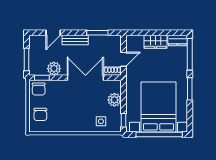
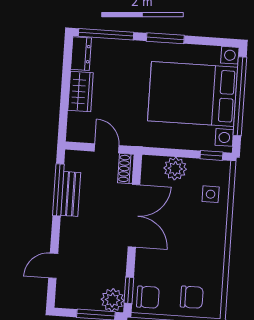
door: (53, 33) -> (53, 266), swing flipped
window: (97, 33) -> (58, 190), width x1.44
bench: (75, 40) -> (71, 194), moved
plant: (54, 69) -> (112, 300), moved
double door: (85, 78) -> (134, 216), swing flipped

